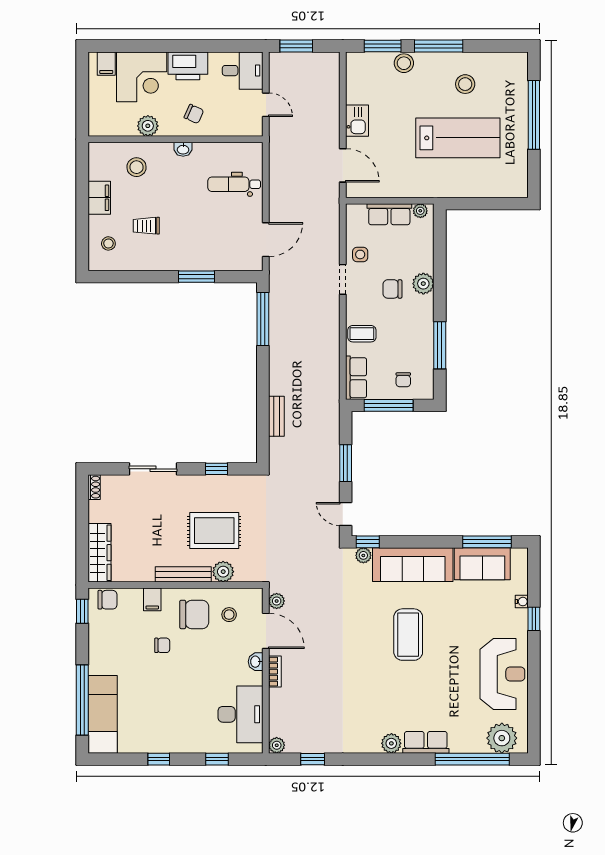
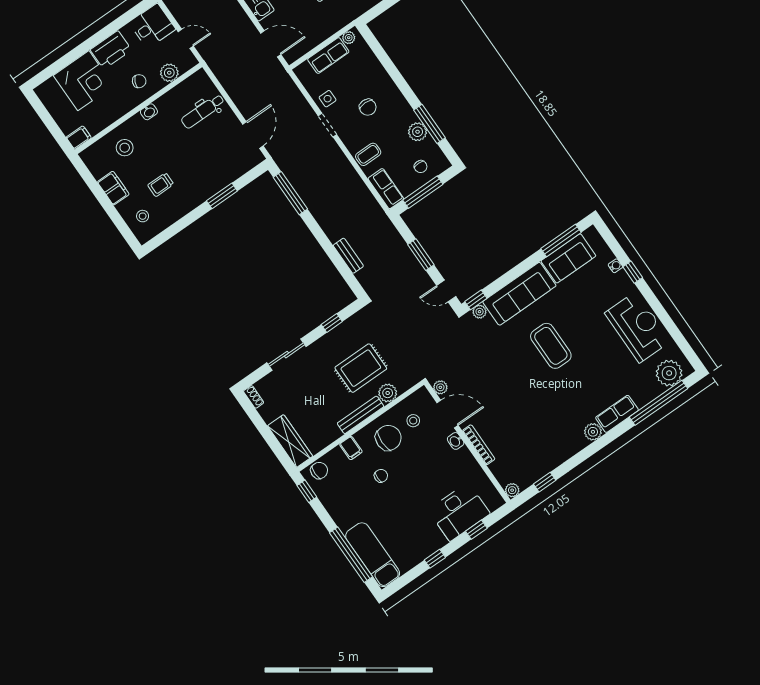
filing cabinet: (106, 64) -> (79, 138), moved, turned -90
plant: (148, 126) -> (169, 73), moved
plant: (423, 284) -> (418, 132), moved
chair: (392, 289) -> (368, 107), turned -90
bookcase: (275, 672) -> (479, 445), width x1.56
desk: (240, 714) -> (459, 512), moved, turned 90

